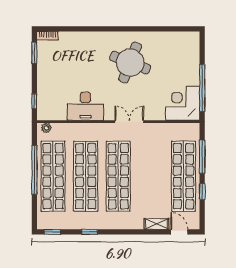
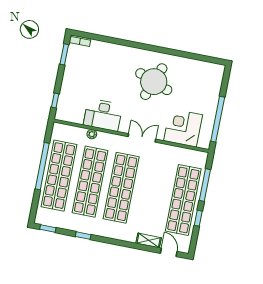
corner desk: (183, 103) -> (183, 128), moved
plant: (46, 128) -> (92, 134), moved

